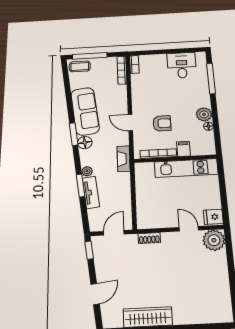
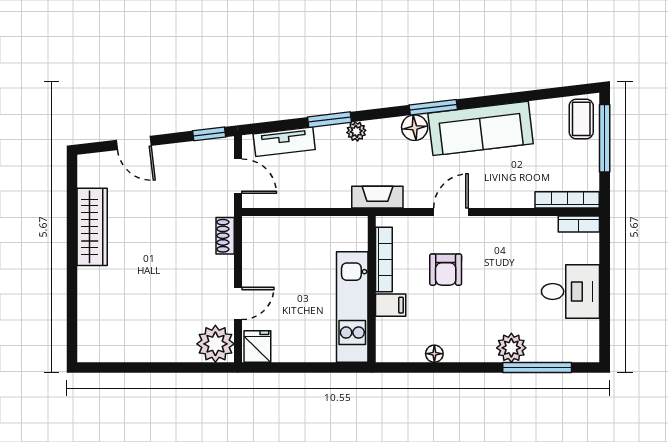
desk: (182, 65) -> (571, 291), moved
plant: (204, 114) -> (511, 348), moved
tv unit: (91, 192) -> (284, 142), moved

